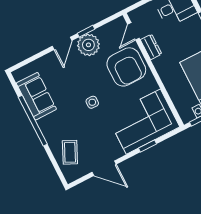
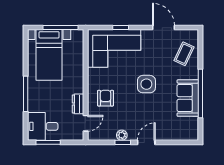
plant: (88, 45) -> (122, 135), width x0.53, depth x0.53
armchair: (126, 67) -> (106, 98), width x0.53, depth x0.53
sofa: (36, 96) -> (188, 98), moved
side table: (92, 102) -> (146, 84), width x1.87, depth x1.87

